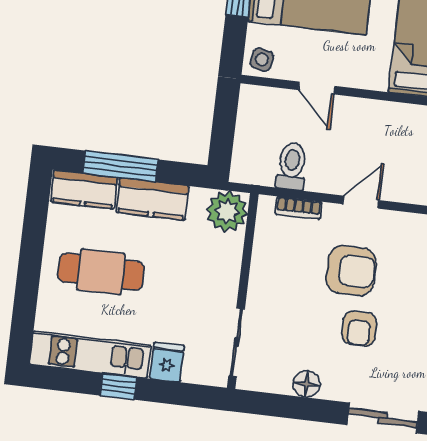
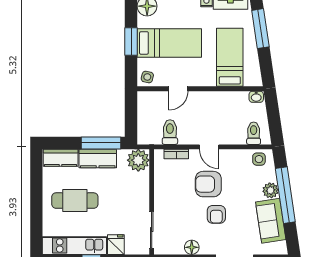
door: (317, 88) -> (178, 89), hinge flipped
window: (120, 166) -> (101, 143), moved
door: (361, 202) -> (209, 147), swing flipped
armchair: (351, 271) -> (208, 184), turned 180

